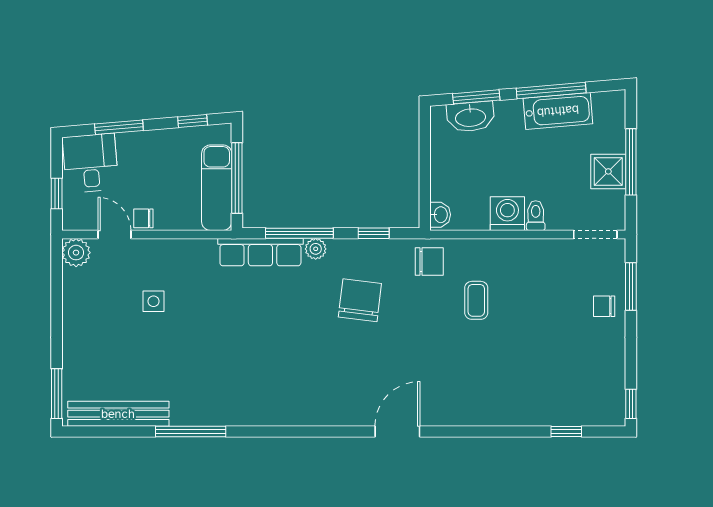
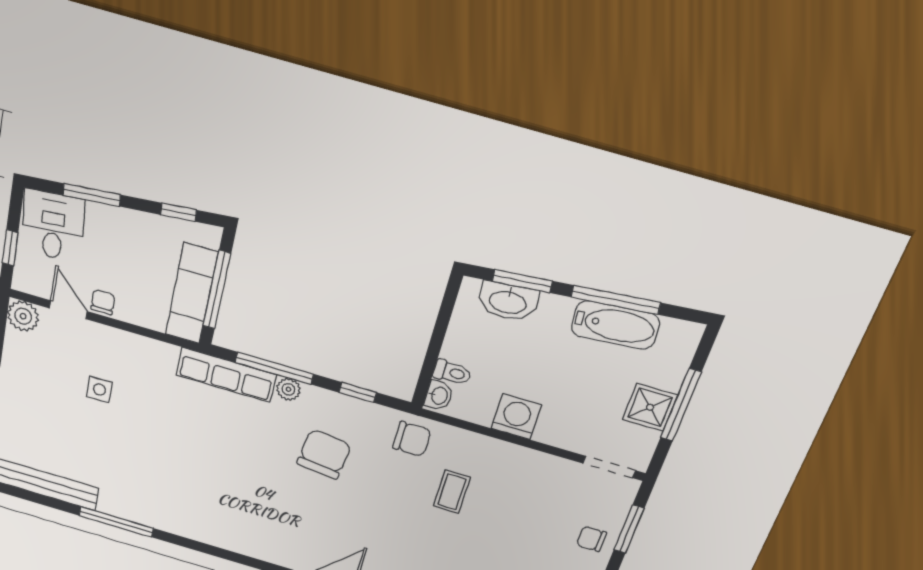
toilet: (536, 216) -> (452, 372), moved, turned 90
chair: (143, 218) -> (103, 302), turned 90

